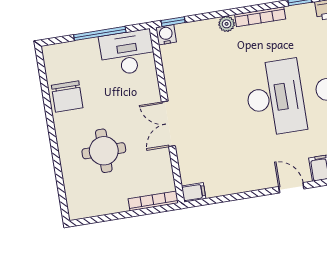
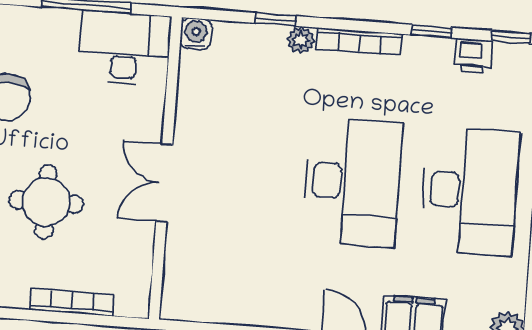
window: (173, 22) -> (276, 19), moved
filing cabinet: (194, 192) -> (179, 307), removed
bookcase: (153, 201) -> (72, 302), moved

